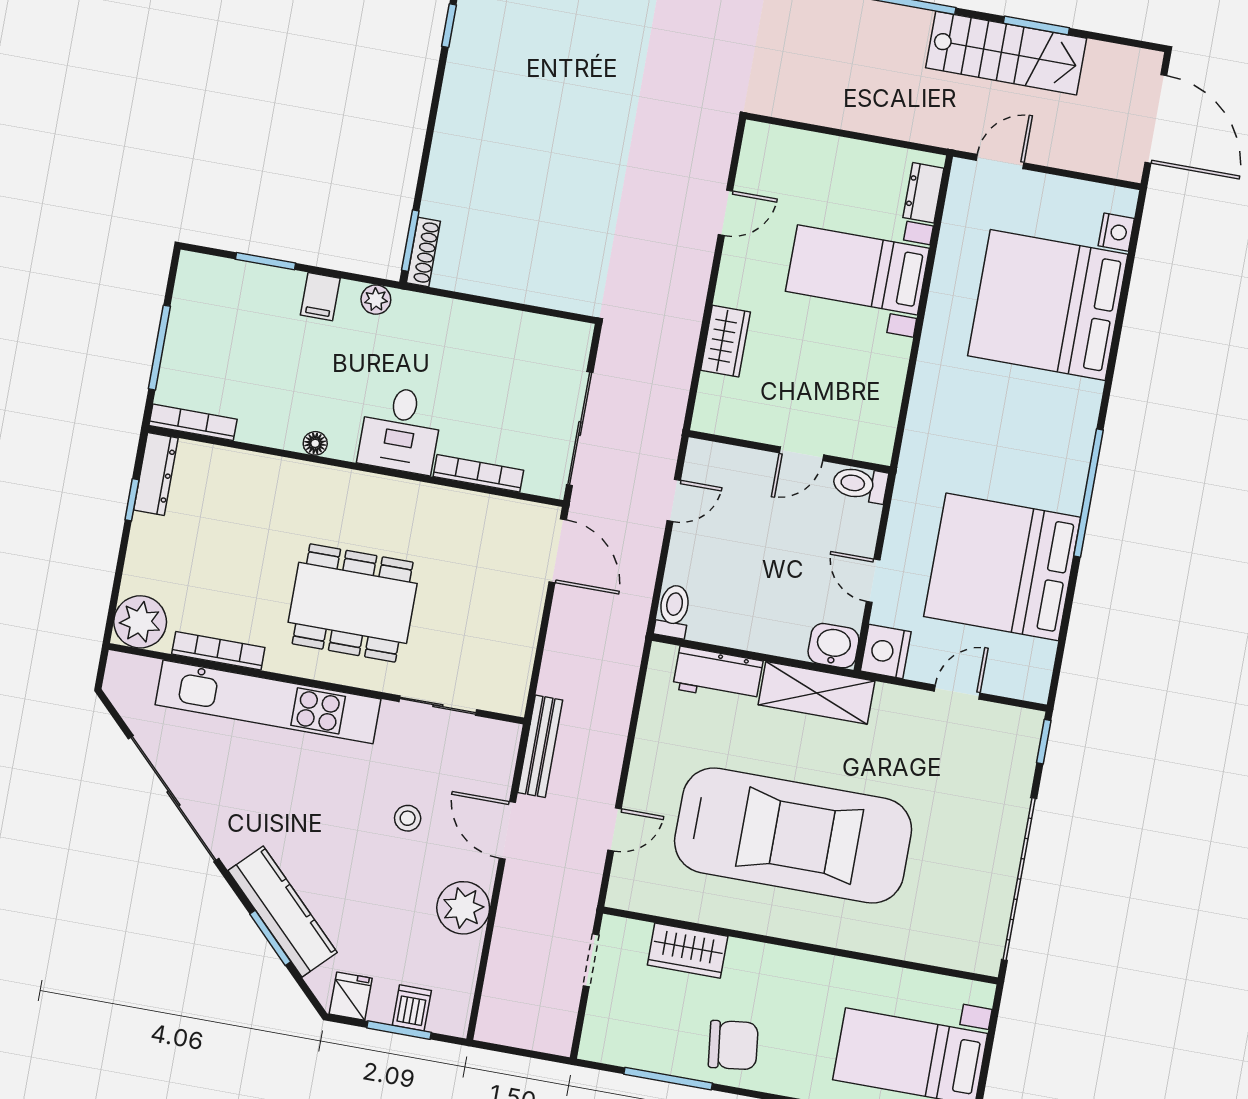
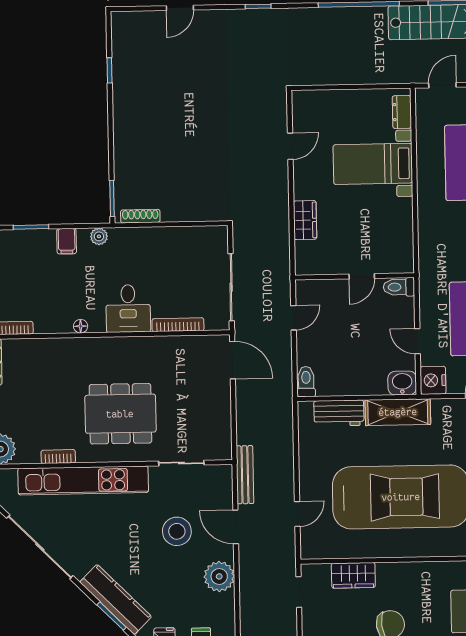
shoe rack: (423, 252) -> (140, 216), moved, turned -90
bookcase: (218, 651) -> (58, 457), width x0.64
stool: (408, 818) -> (177, 531), width x1.89, depth x1.89

